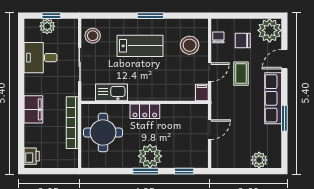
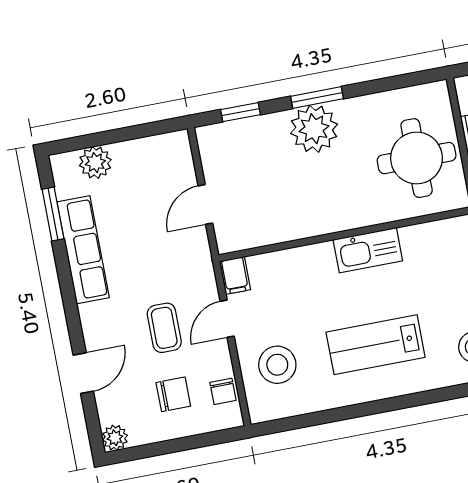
window: (150, 16) -> (367, 409), removed
plant: (270, 30) -> (115, 438), width x0.53, depth x0.53
kitchen sink: (112, 92) -> (368, 250), moved
row of seats: (273, 98) -> (83, 250), moved
locker: (145, 111) -> (341, 216), removed
window: (284, 118) -> (53, 214), moved

